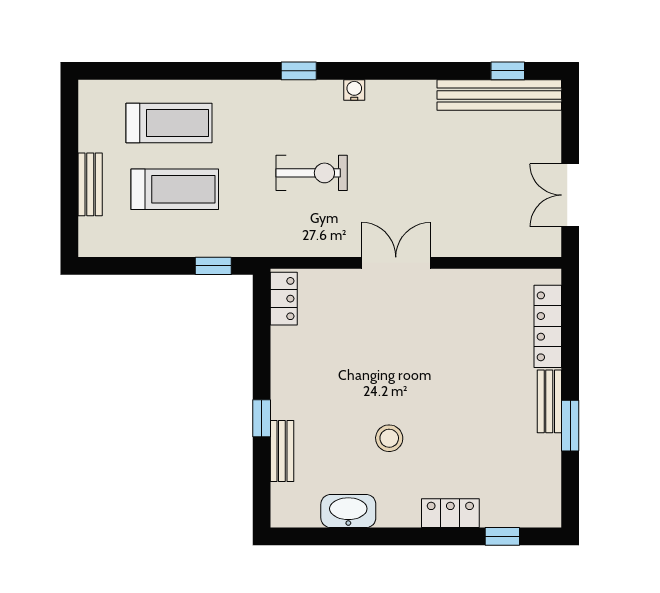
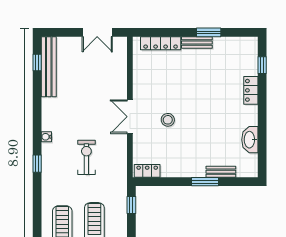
window: (262, 418) -> (205, 182), width x1.50
stool: (389, 438) -> (168, 120), moved

